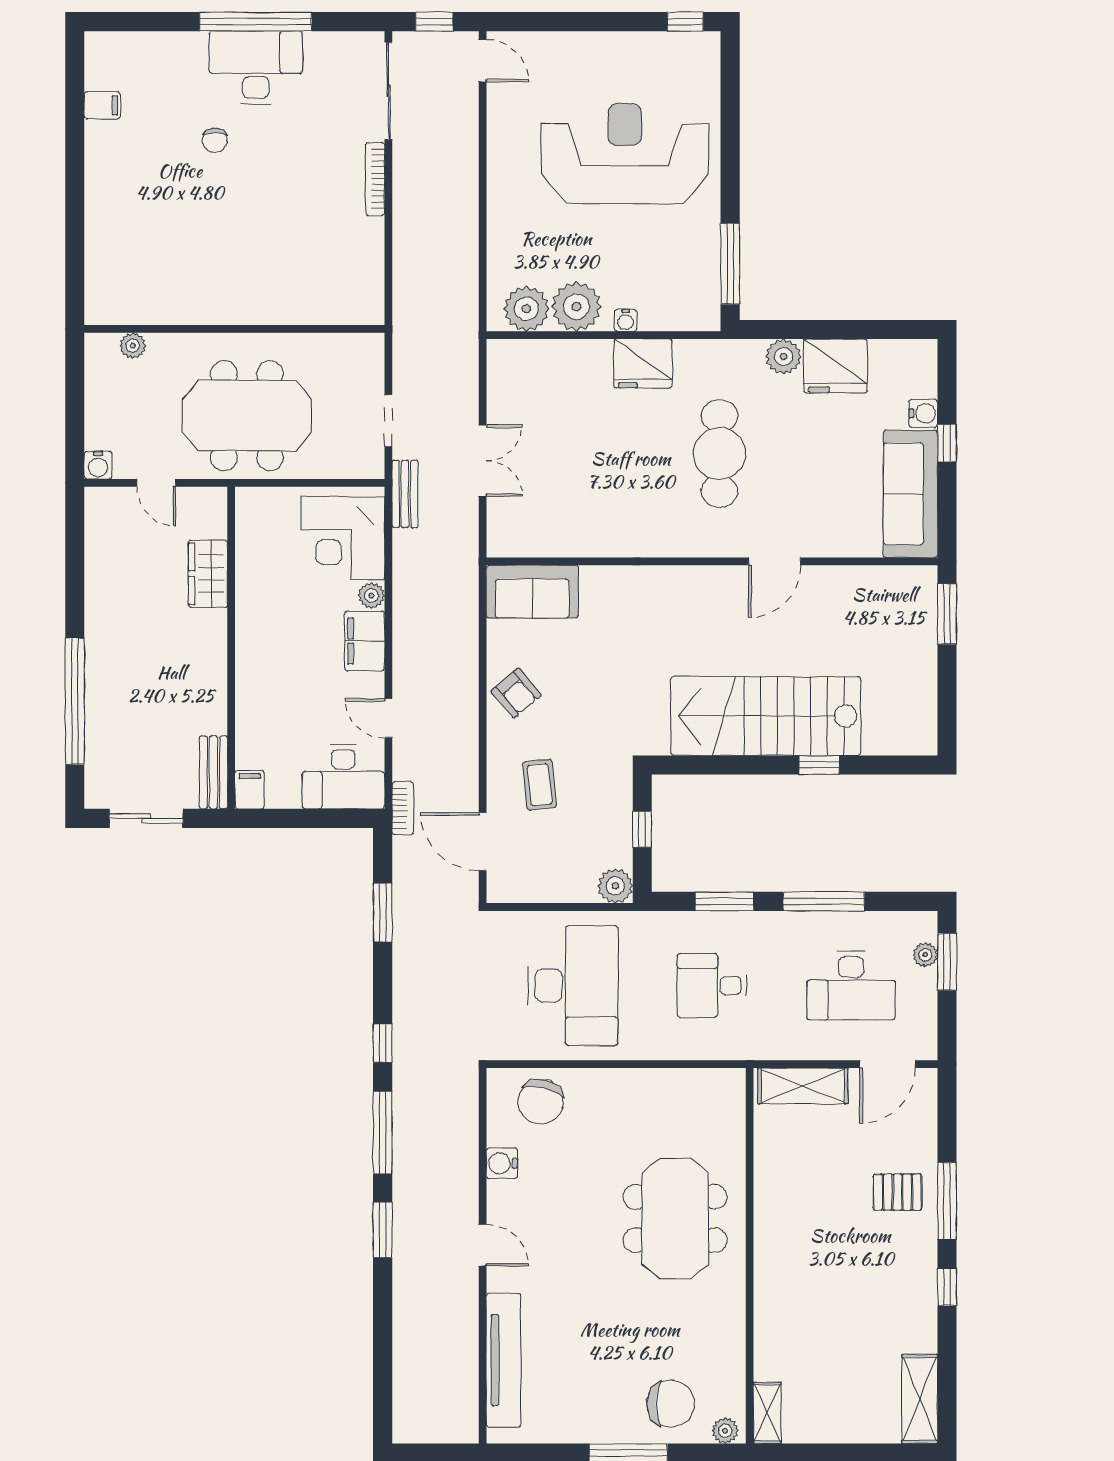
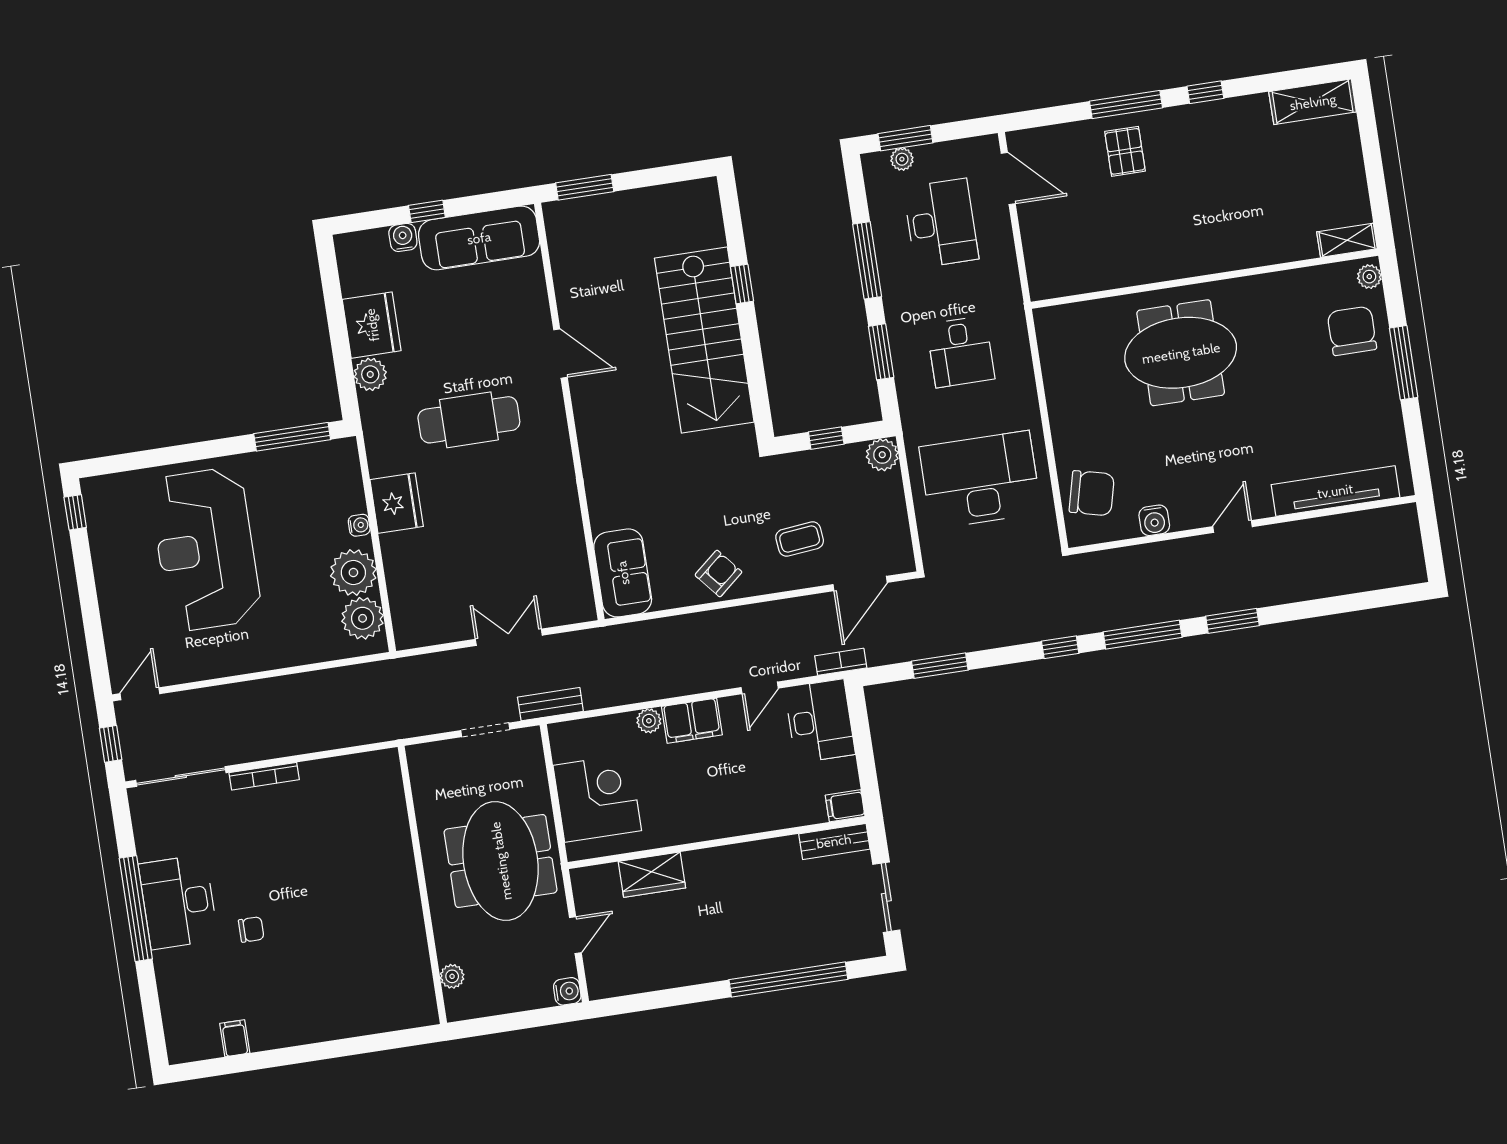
corner desk: (343, 538) -> (597, 798), moved, turned -90
shelving: (803, 1086) -> (1040, 253), removed

